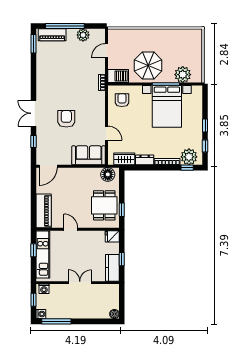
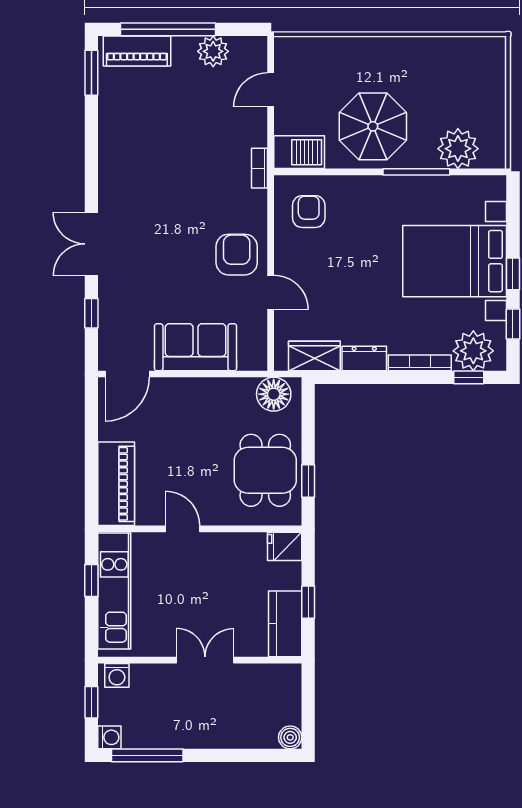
bed with nightstands: (167, 106) -> (455, 261), moved, turned 90
armchair: (66, 119) -> (237, 255), moved
sofa: (89, 155) -> (195, 347), moved

